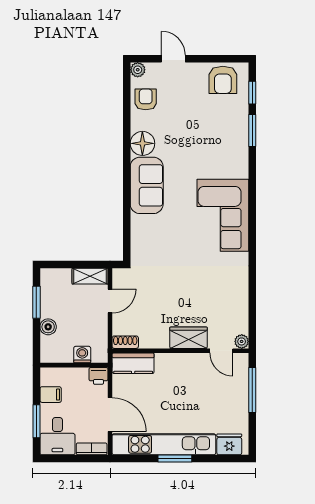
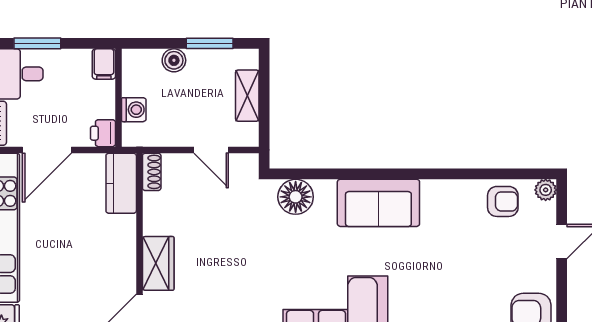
floor lamp: (142, 143) -> (296, 197), moved
shelving: (90, 276) -> (247, 96), moved
filing cabinet: (51, 395) -> (104, 64), moved

